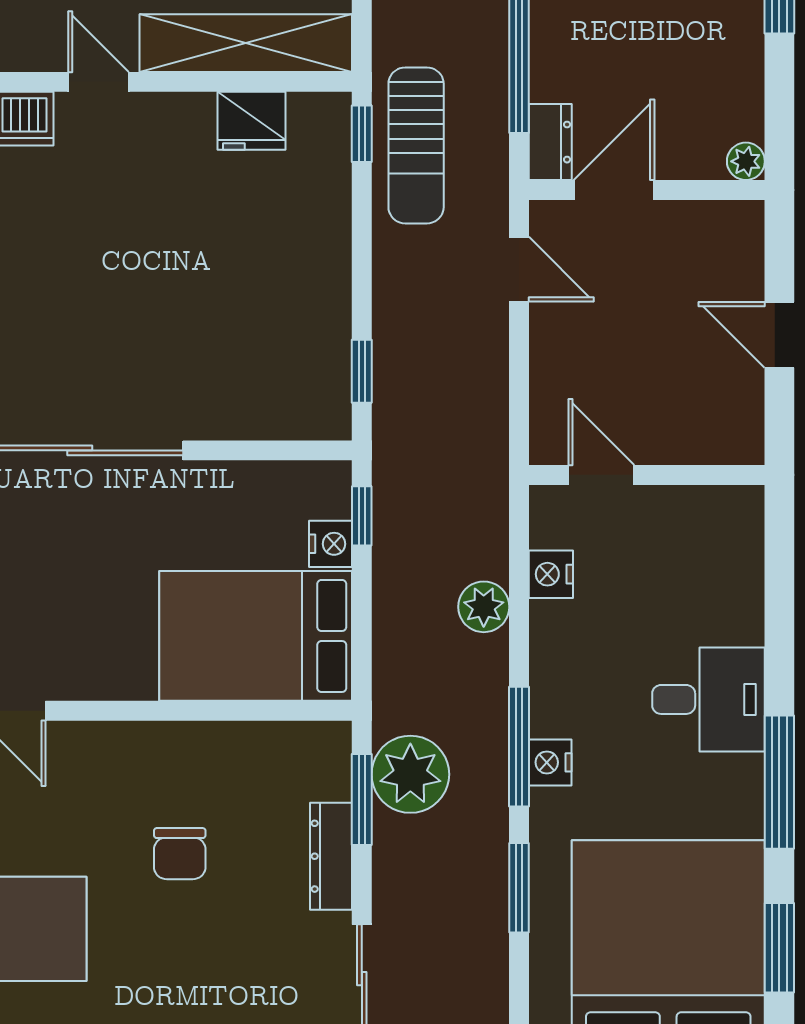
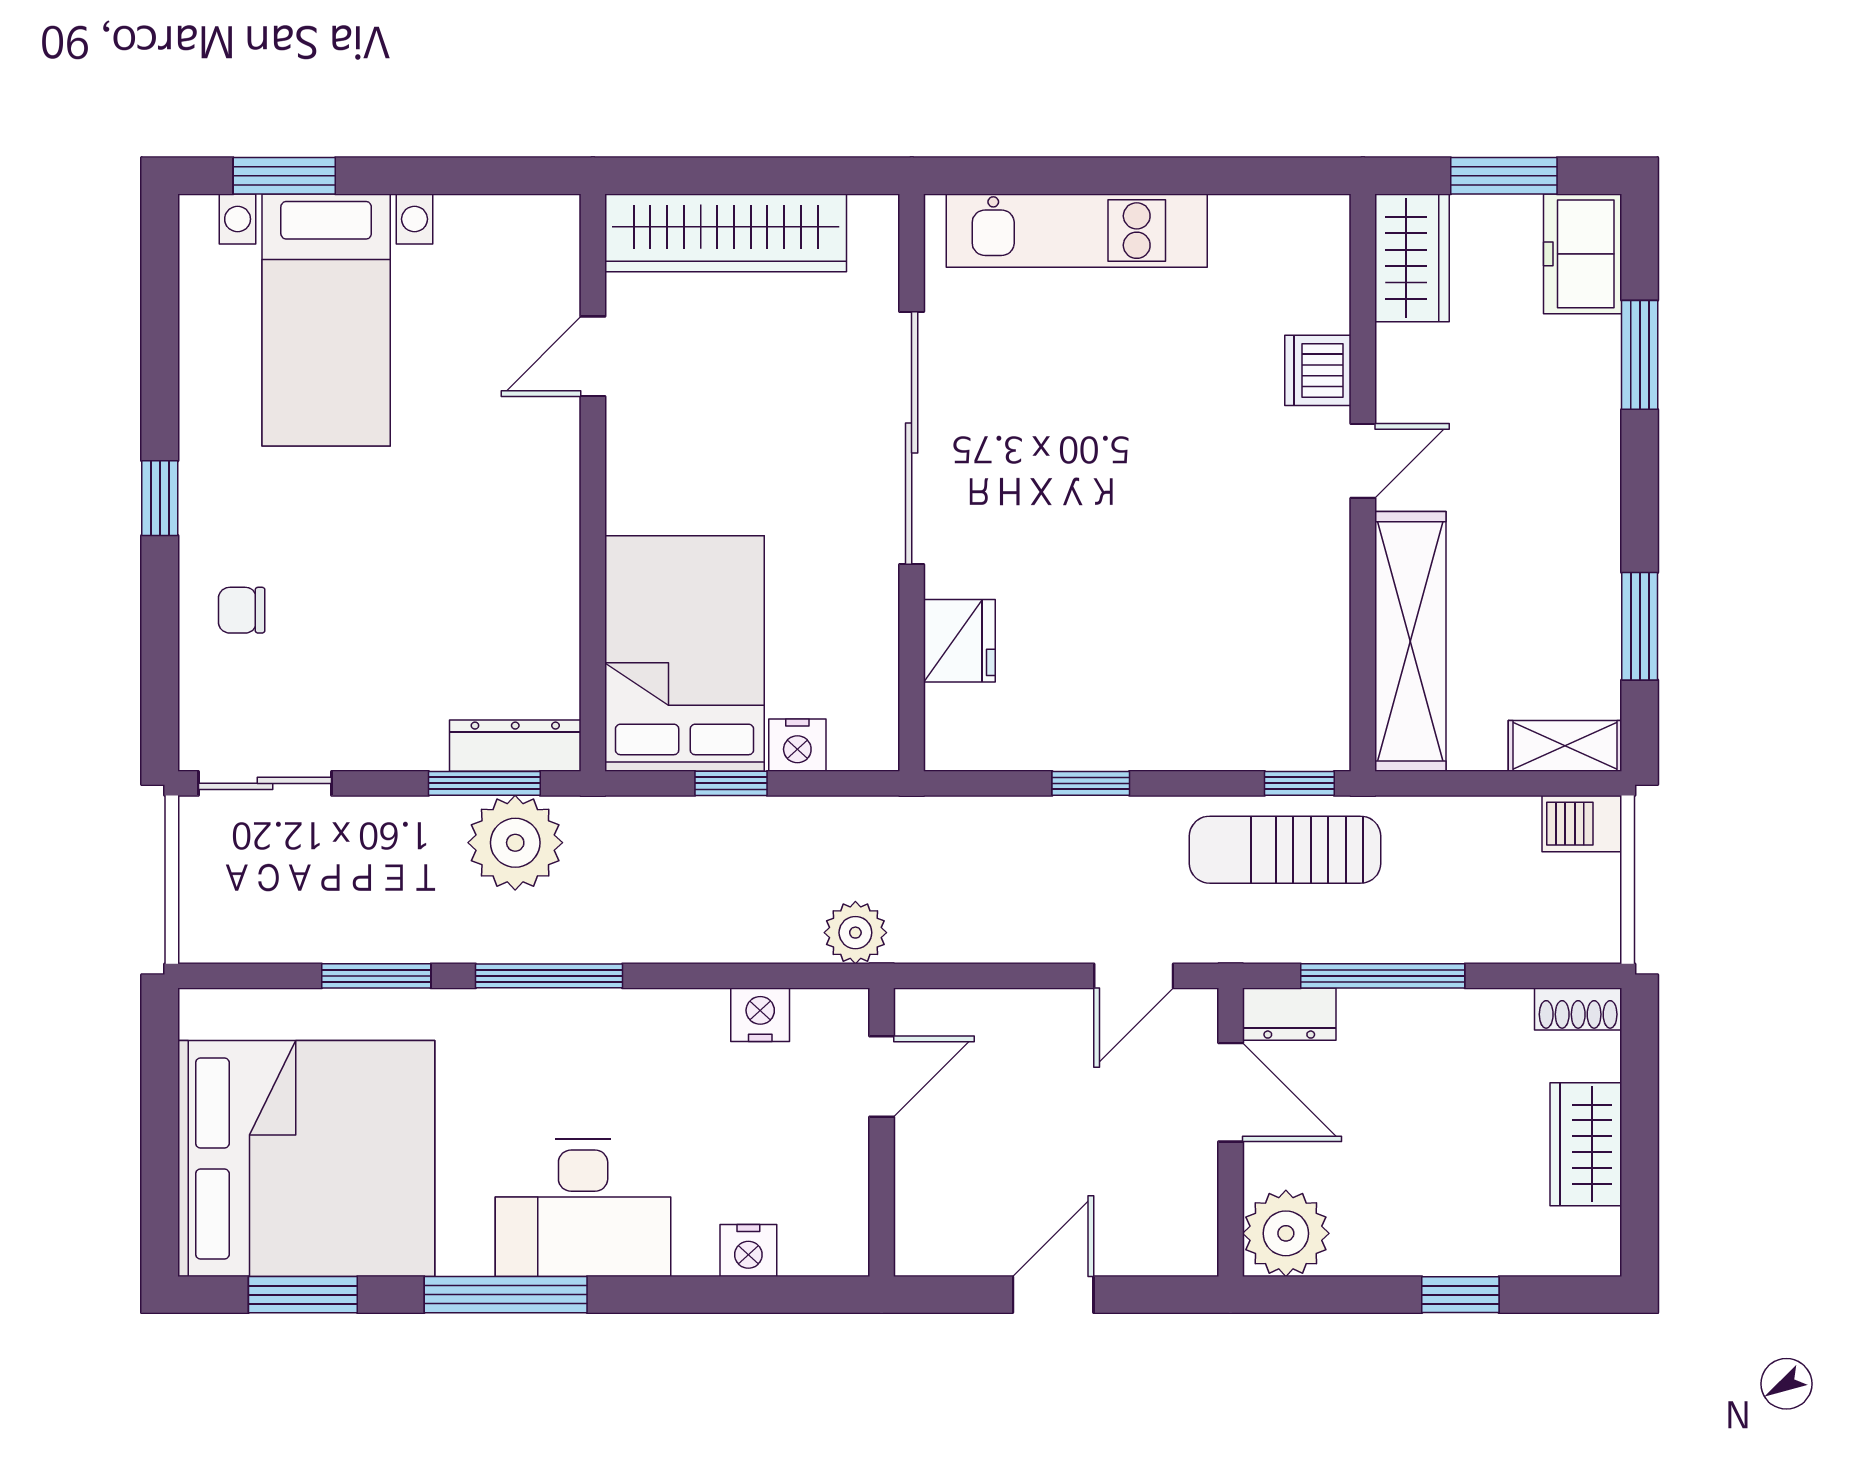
fridge: (251, 121) -> (959, 641), moved, turned 180
plant: (746, 161) -> (1286, 1233), width x1.88, depth x1.88
window: (362, 371) -> (1091, 783), moved
window: (362, 516) -> (731, 783), moved
plant: (484, 607) -> (855, 933), moved
desk: (709, 699) -> (583, 1208), width x1.37
nightstand: (550, 762) -> (748, 1251), moved, turned 180
chair: (180, 854) -> (242, 610), moved, width x0.73, depth x0.73
dresser: (331, 856) -> (515, 746), moved

